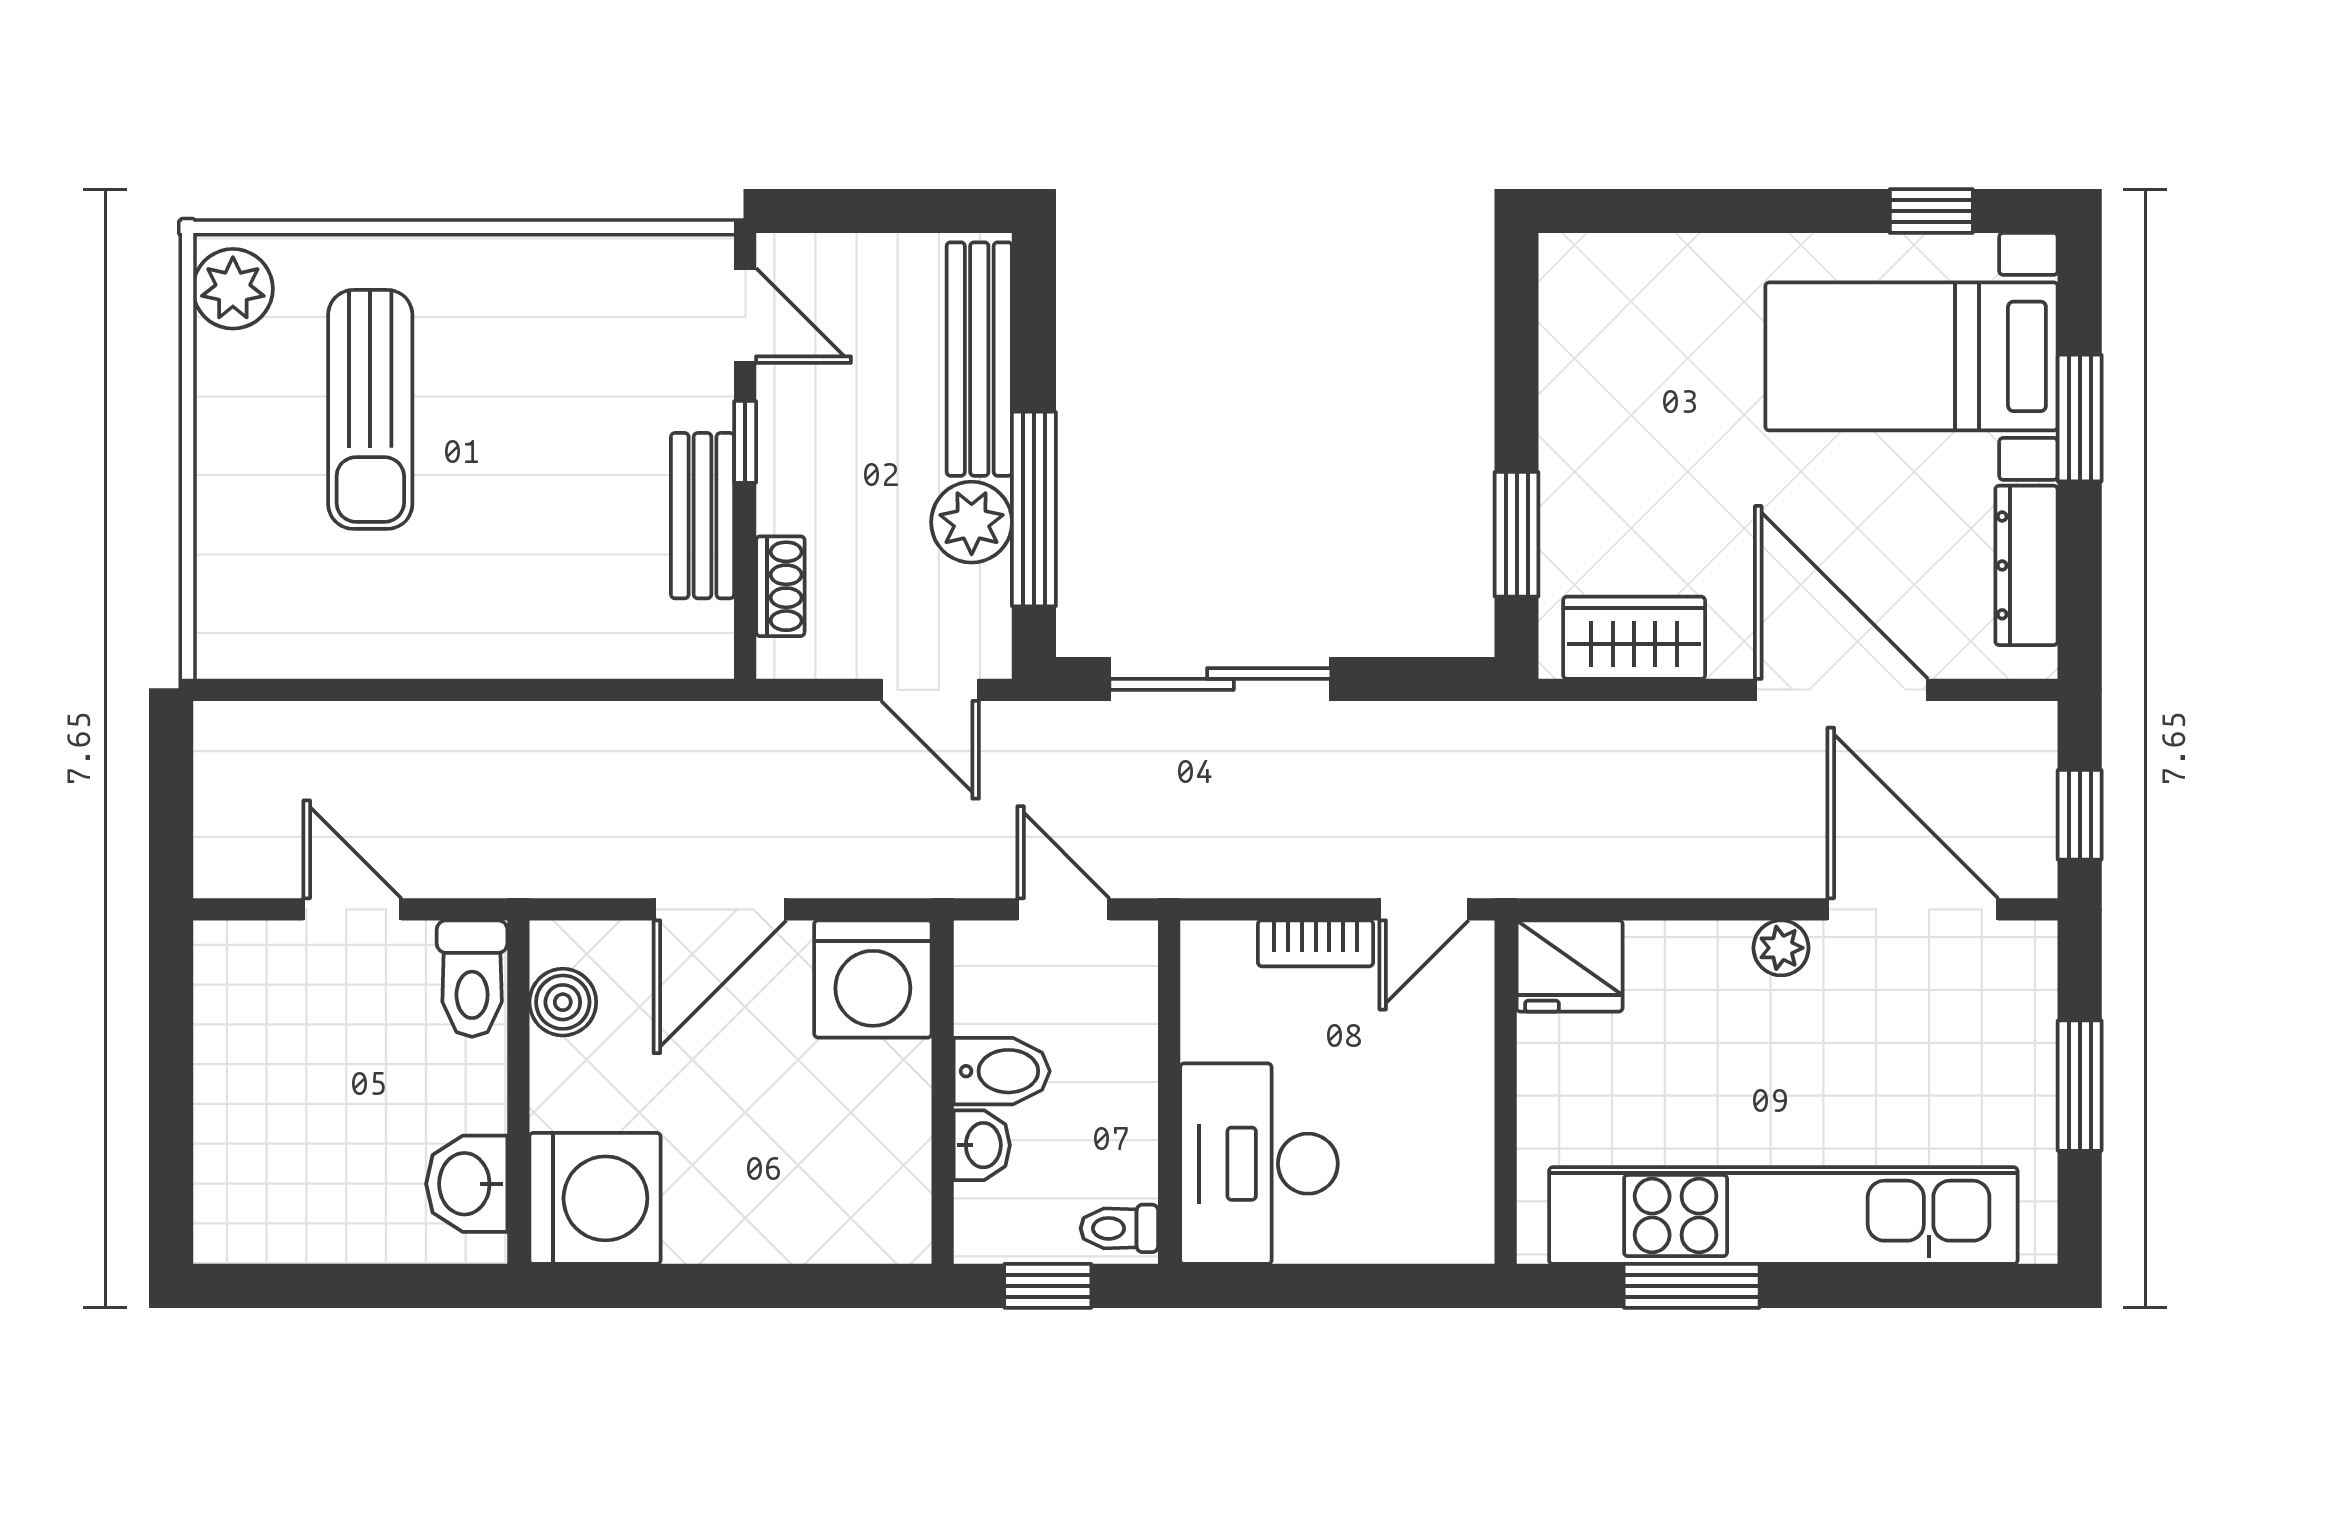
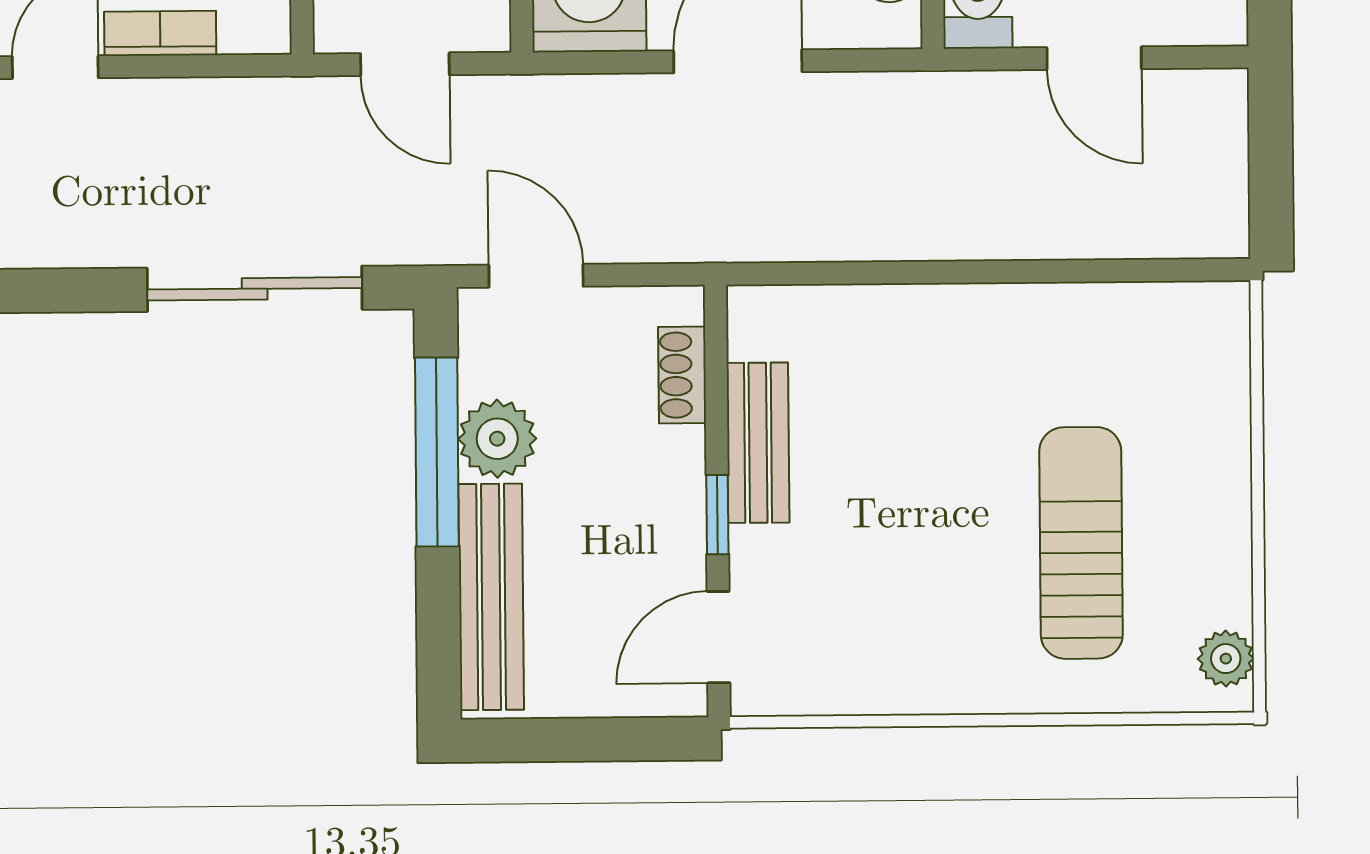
plant: (233, 289) -> (1226, 659), width x0.73, depth x0.73
door: (745, 315) -> (718, 637), hinge flipped

